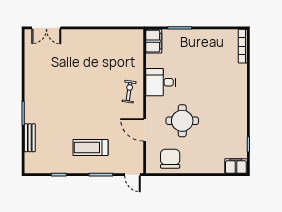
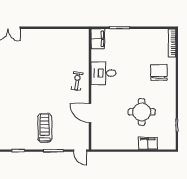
round table: (182, 121) -> (142, 112), moved
treadmill: (90, 147) -> (45, 128), turned 90
chair: (170, 159) -> (159, 72), moved
filing cabinet: (236, 166) -> (148, 143), moved

